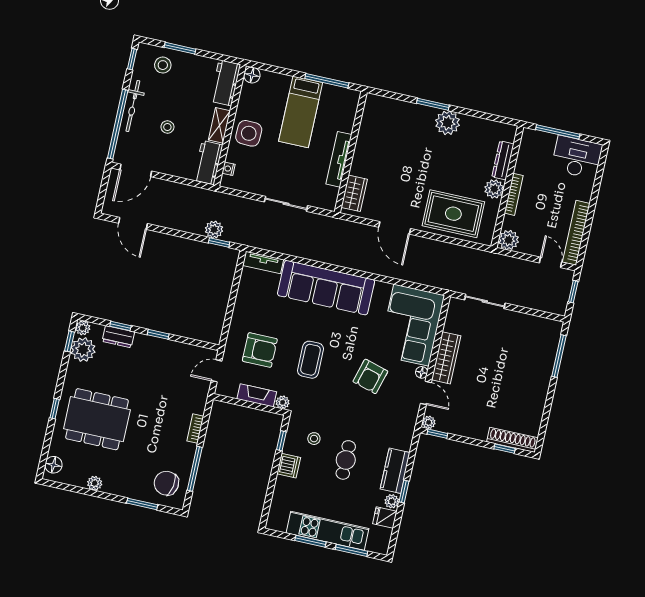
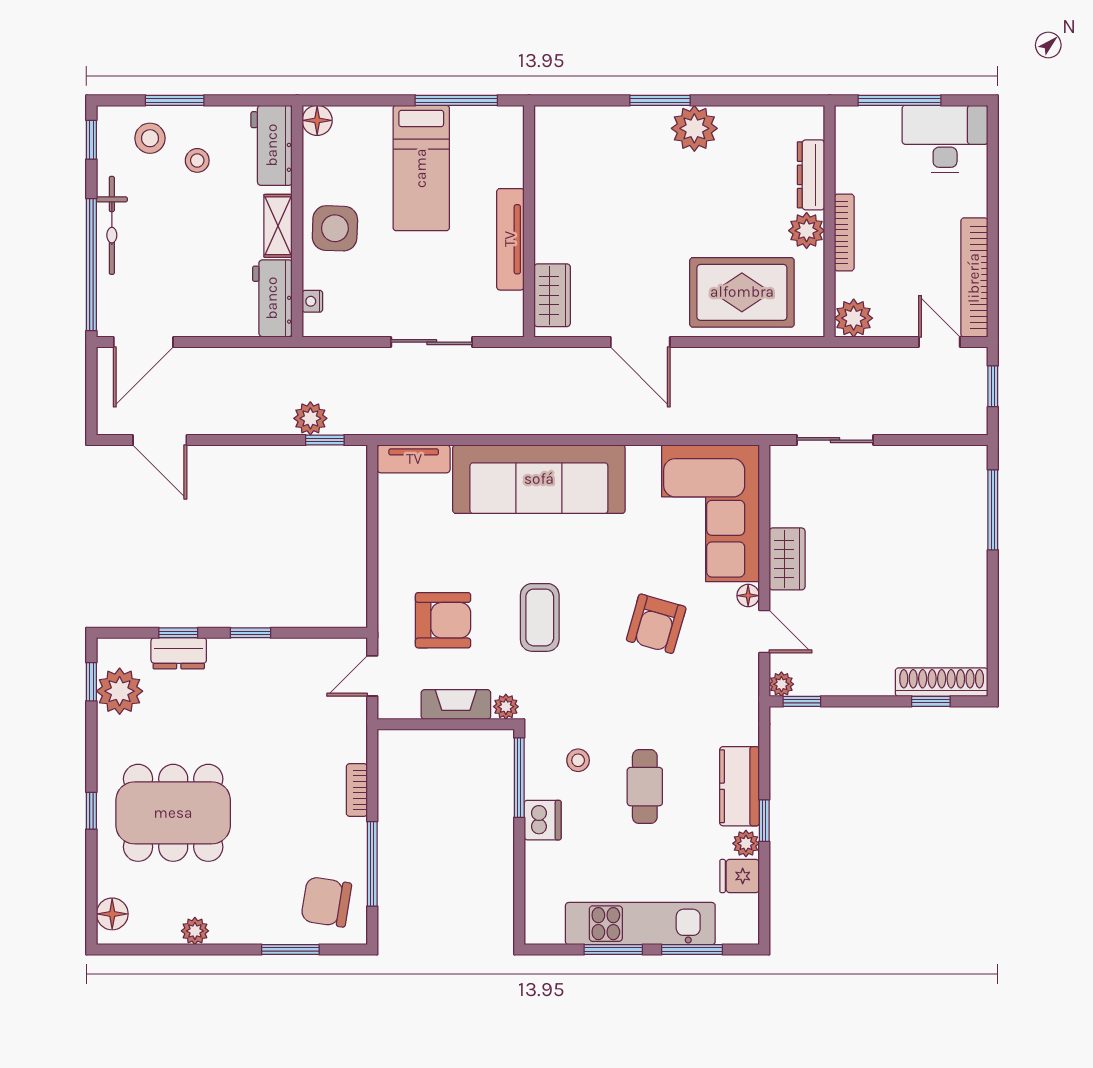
stool: (167, 127) -> (197, 160), moved
plant: (83, 328) -> (110, 652), removed
wardrobe: (446, 358) -> (787, 559), width x0.67
window: (281, 441) -> (519, 778), width x2.17

